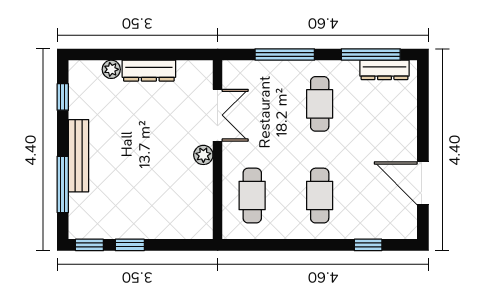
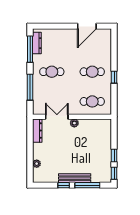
dresser: (149, 71) -> (37, 131), moved
window: (63, 97) -> (64, 185), moved
window: (368, 245) -> (114, 77), moved

